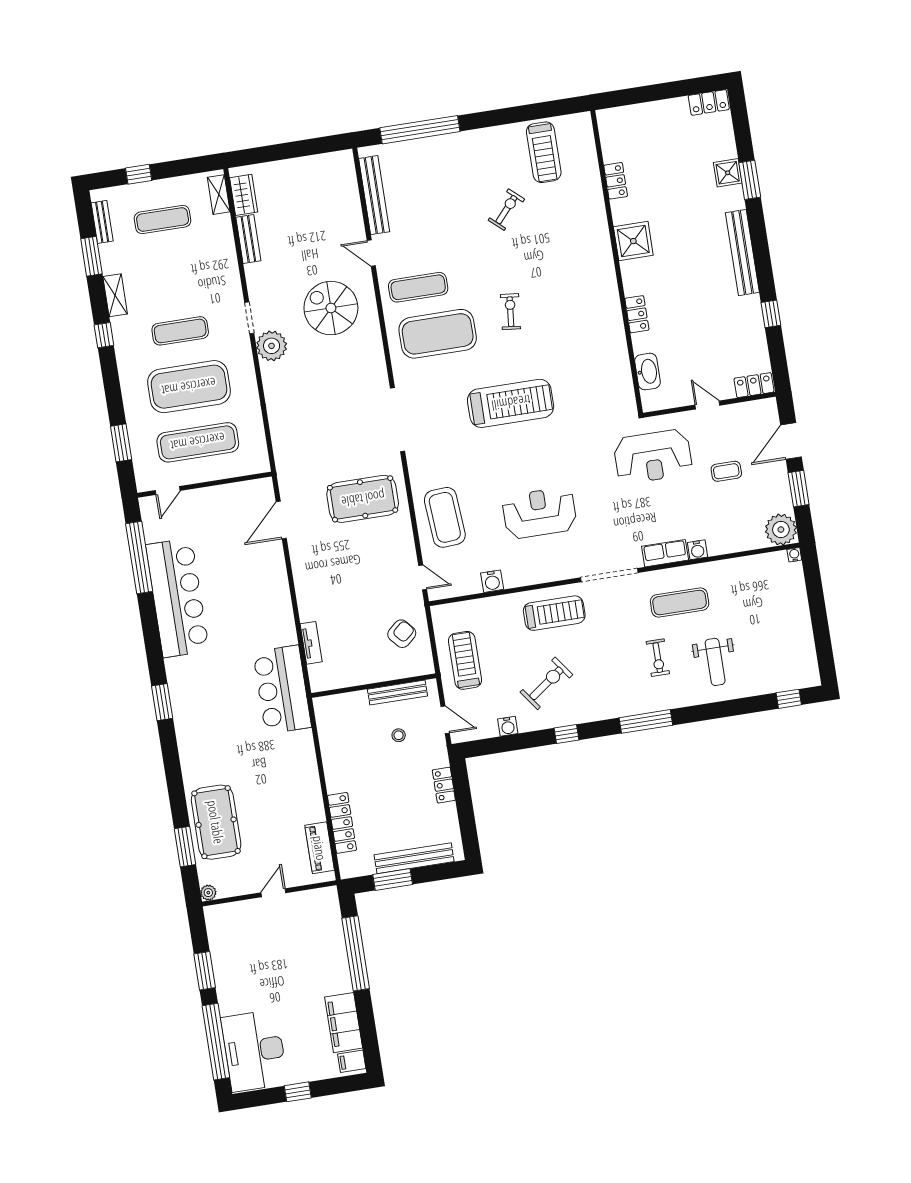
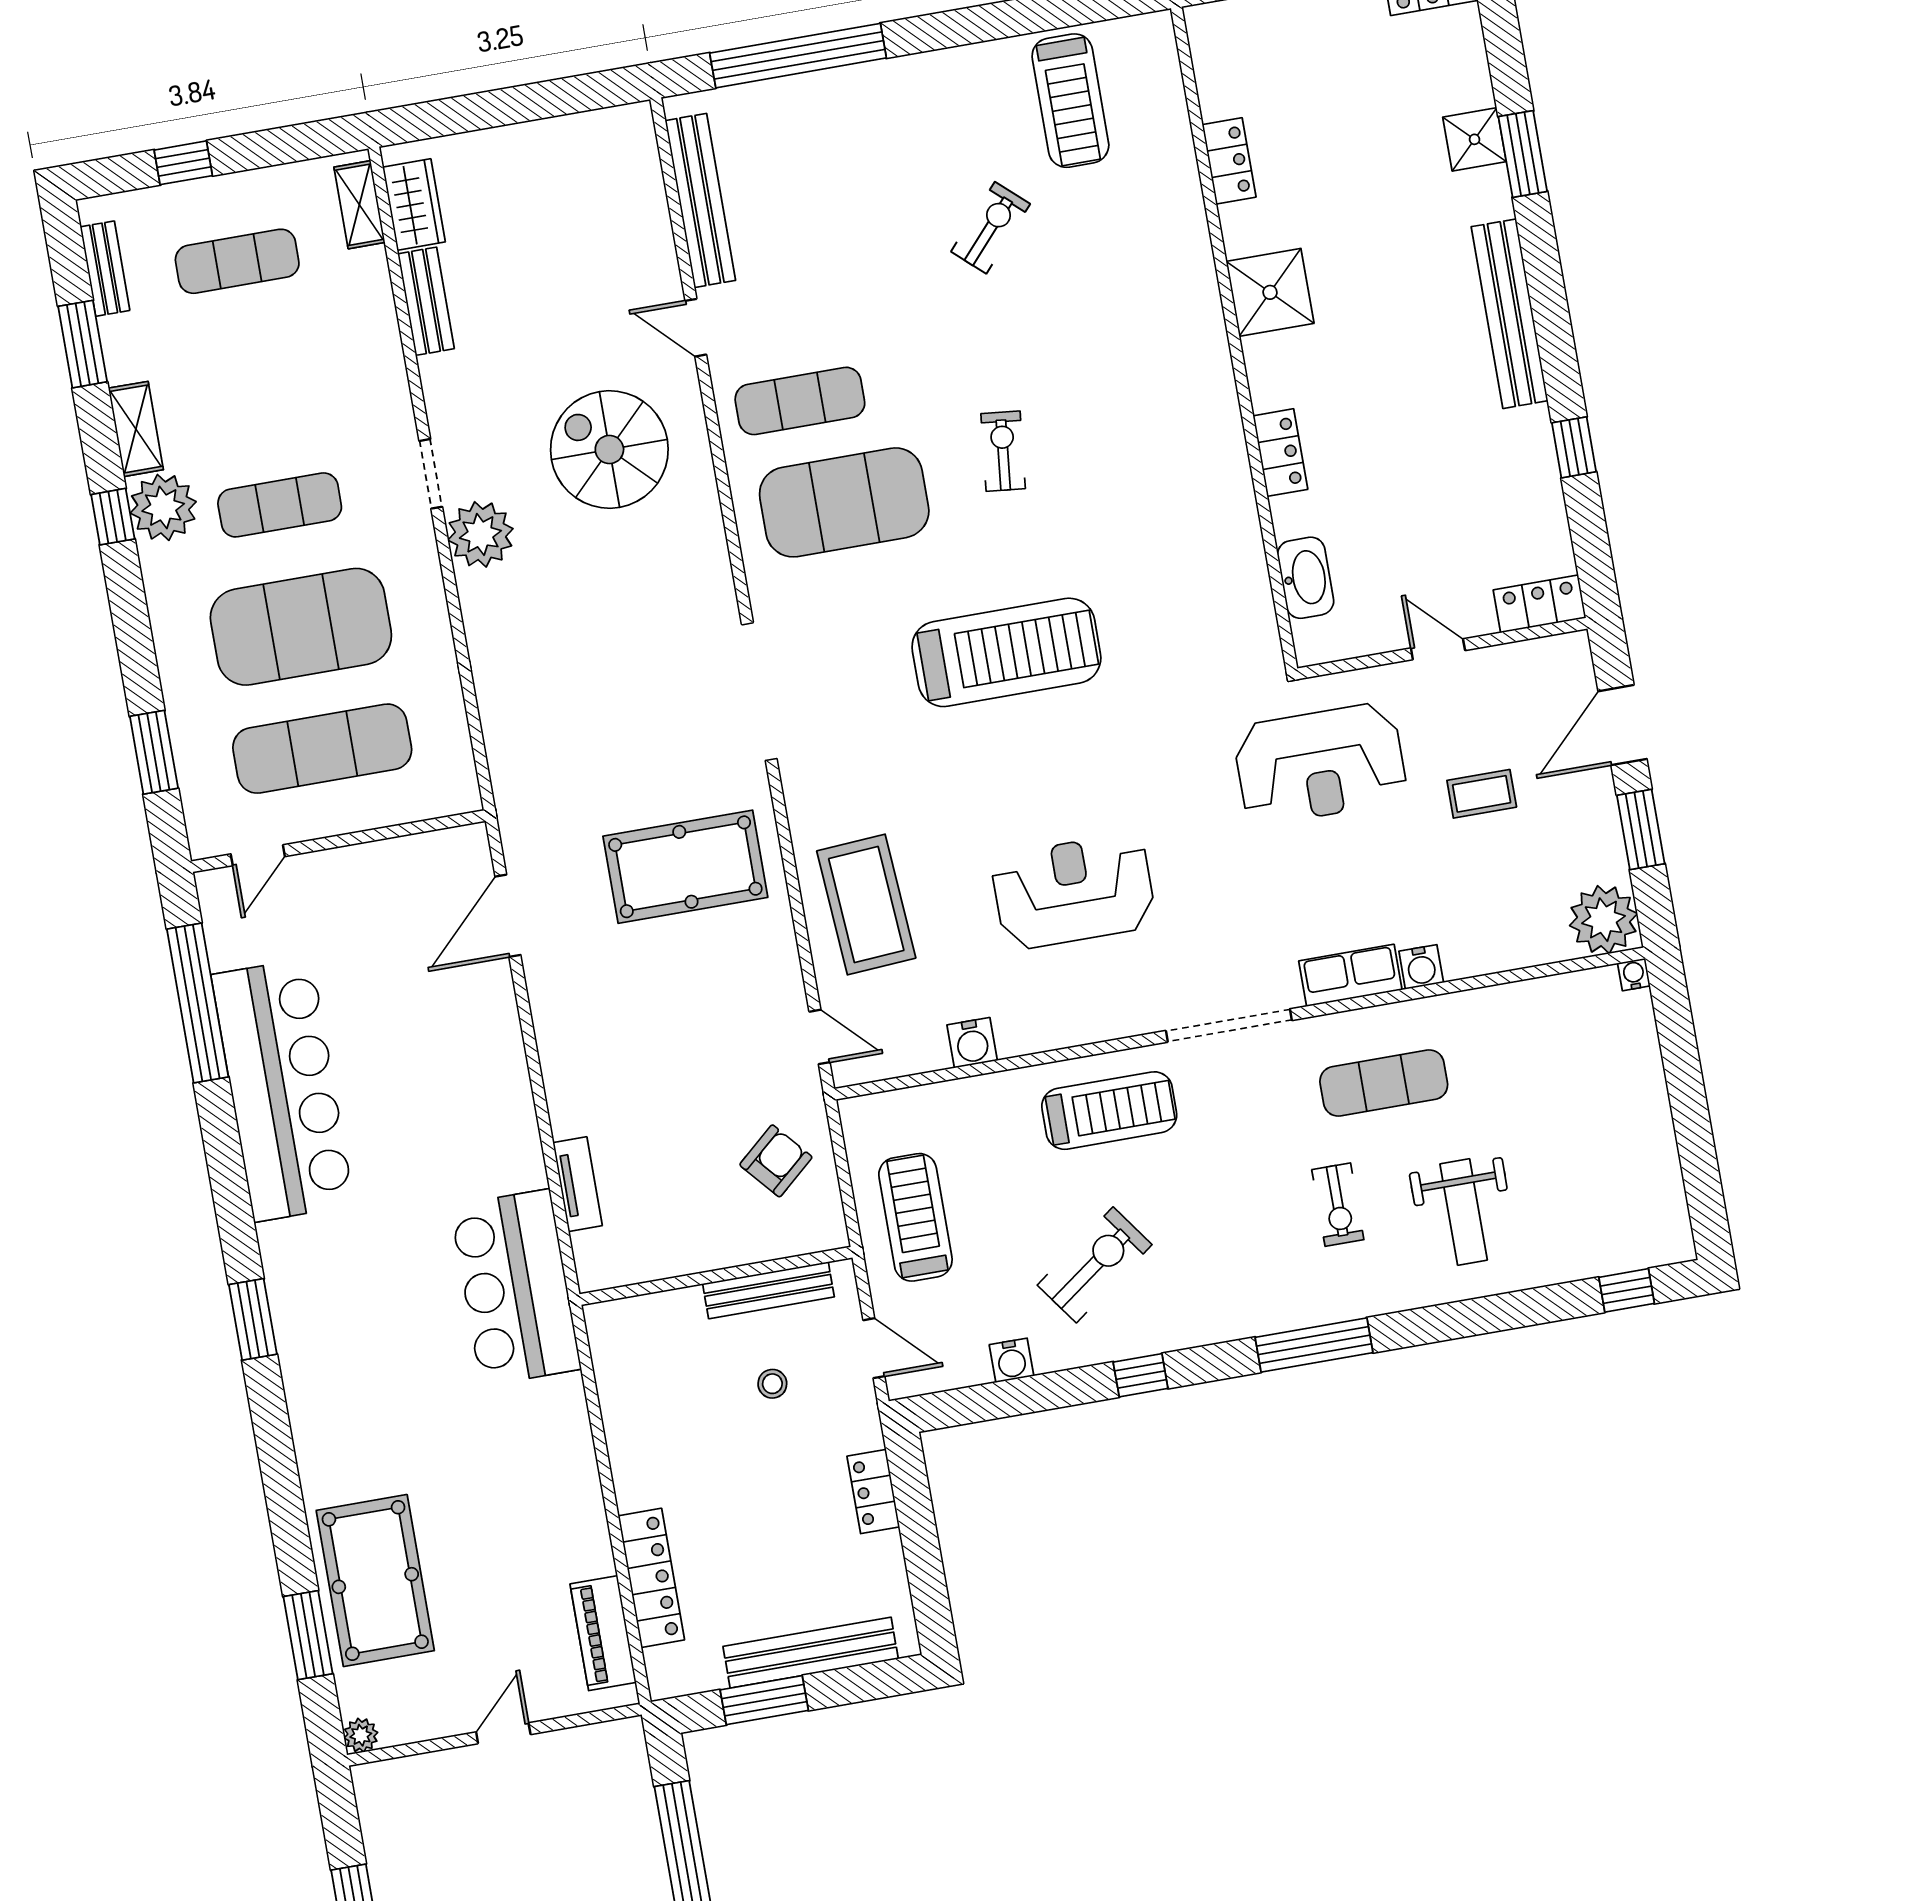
plant: (127, 331) -> (163, 507), added

